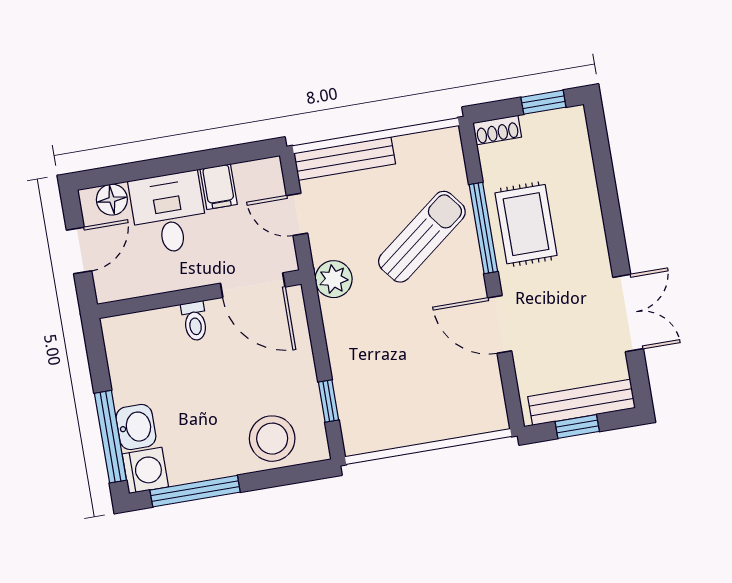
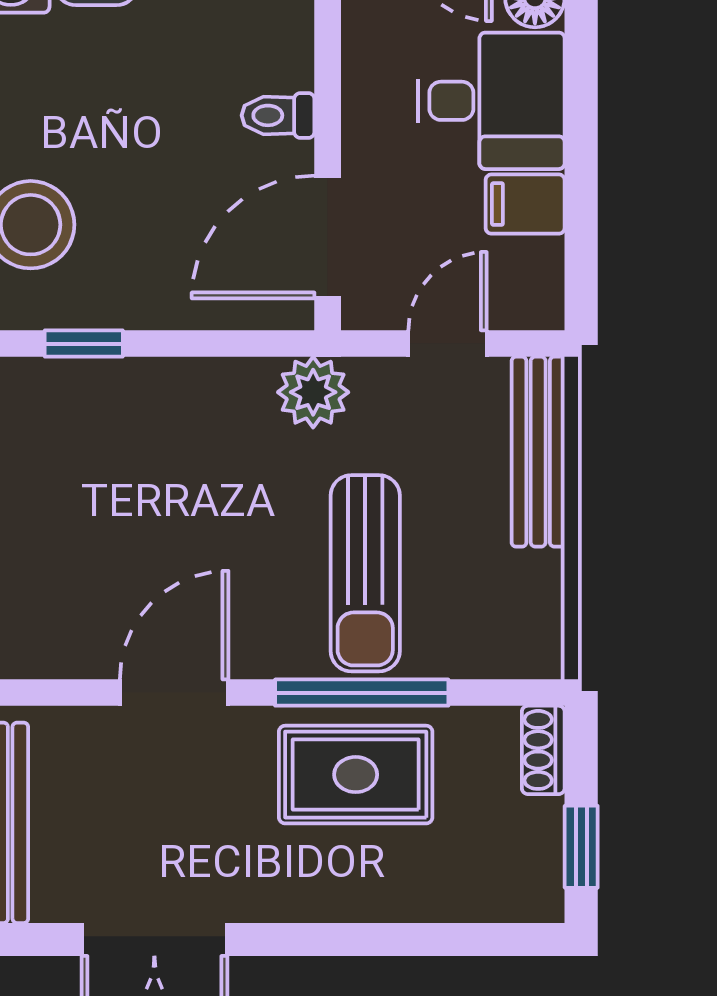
sun lounger: (422, 237) -> (365, 573), turned 38

